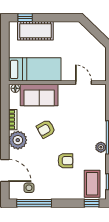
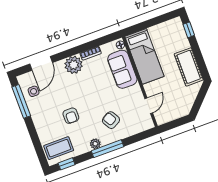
cot: (35, 31) -> (189, 67), moved
armchair: (46, 129) -> (111, 120), moved
window: (92, 203) -> (41, 154), removed

